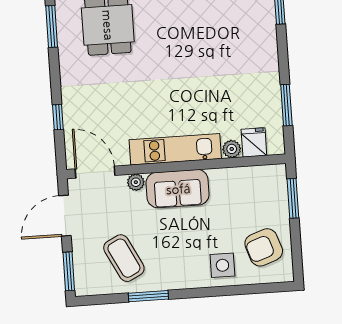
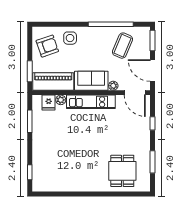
window: (52, 27) -> (152, 162), moved
piano: (248, 182) -> (53, 81), added
door: (65, 216) -> (152, 70), swing flipped
coffee table: (124, 258) -> (122, 46), turned 50
window: (148, 296) -> (111, 24), width x2.11

